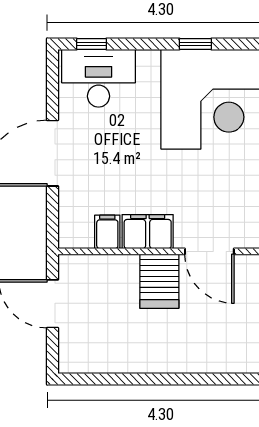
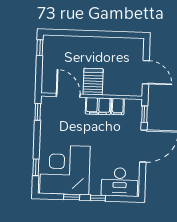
window: (92, 44) -> (98, 198), moved
window: (52, 218) -> (144, 114), added

